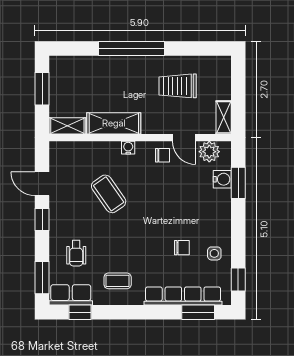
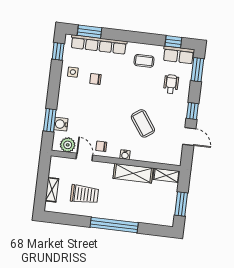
shelving: (224, 117) -> (52, 190), moved

